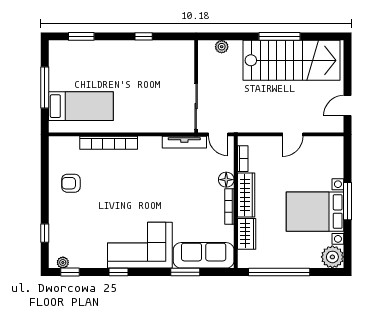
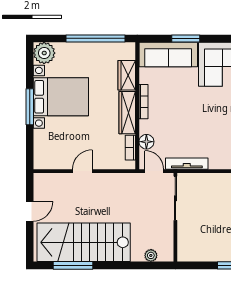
window: (279, 36) -> (73, 265), moved
door: (348, 106) -> (30, 211), moved
floor lamp: (226, 180) -> (146, 142), moved

